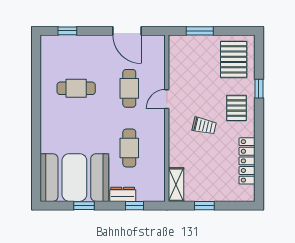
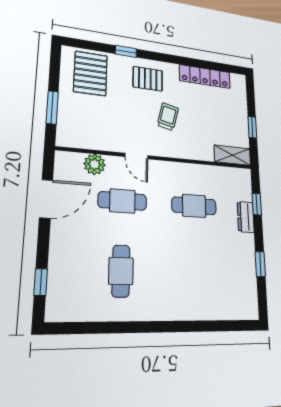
pallet: (234, 59) -> (90, 73), turned 90
plant: (157, 66) -> (95, 164), added
booth: (74, 178) -> (230, 276), removed

